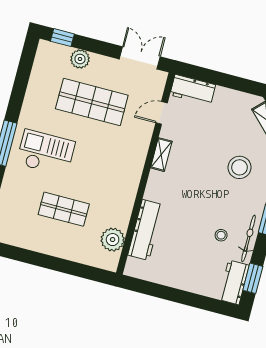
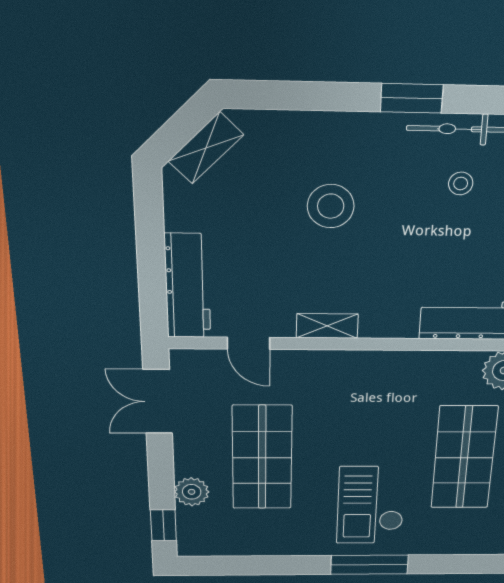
workbench: (193, 90) -> (188, 286), width x1.38
stool: (239, 167) -> (331, 206), moved
shop shelf: (64, 209) -> (464, 458), width x1.43, depth x1.36

